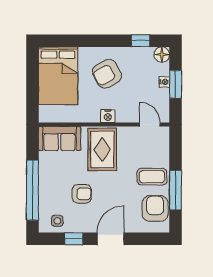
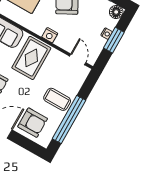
window: (176, 190) -> (69, 120), width x1.46
armchair: (155, 209) -> (33, 123), moved, turned 90

